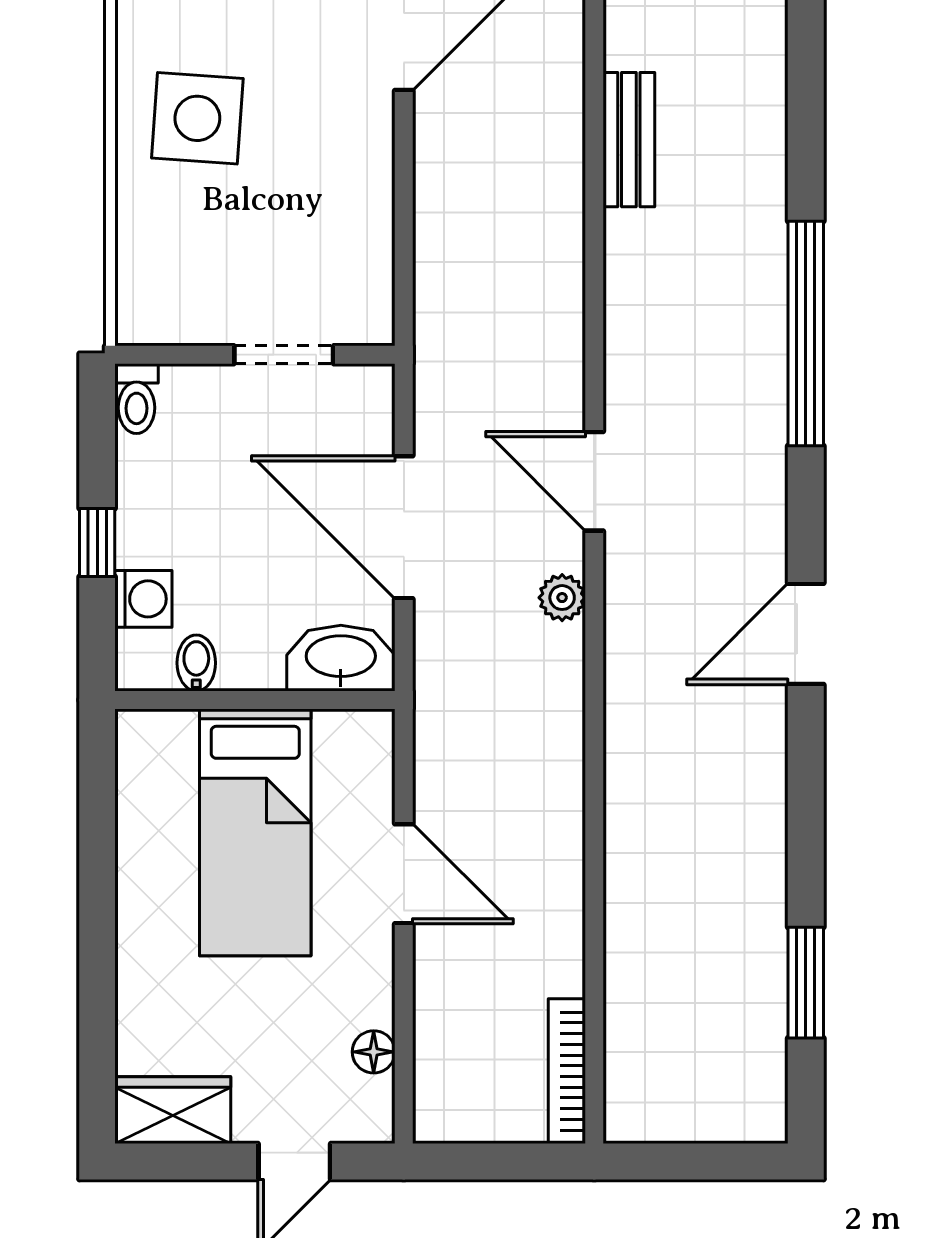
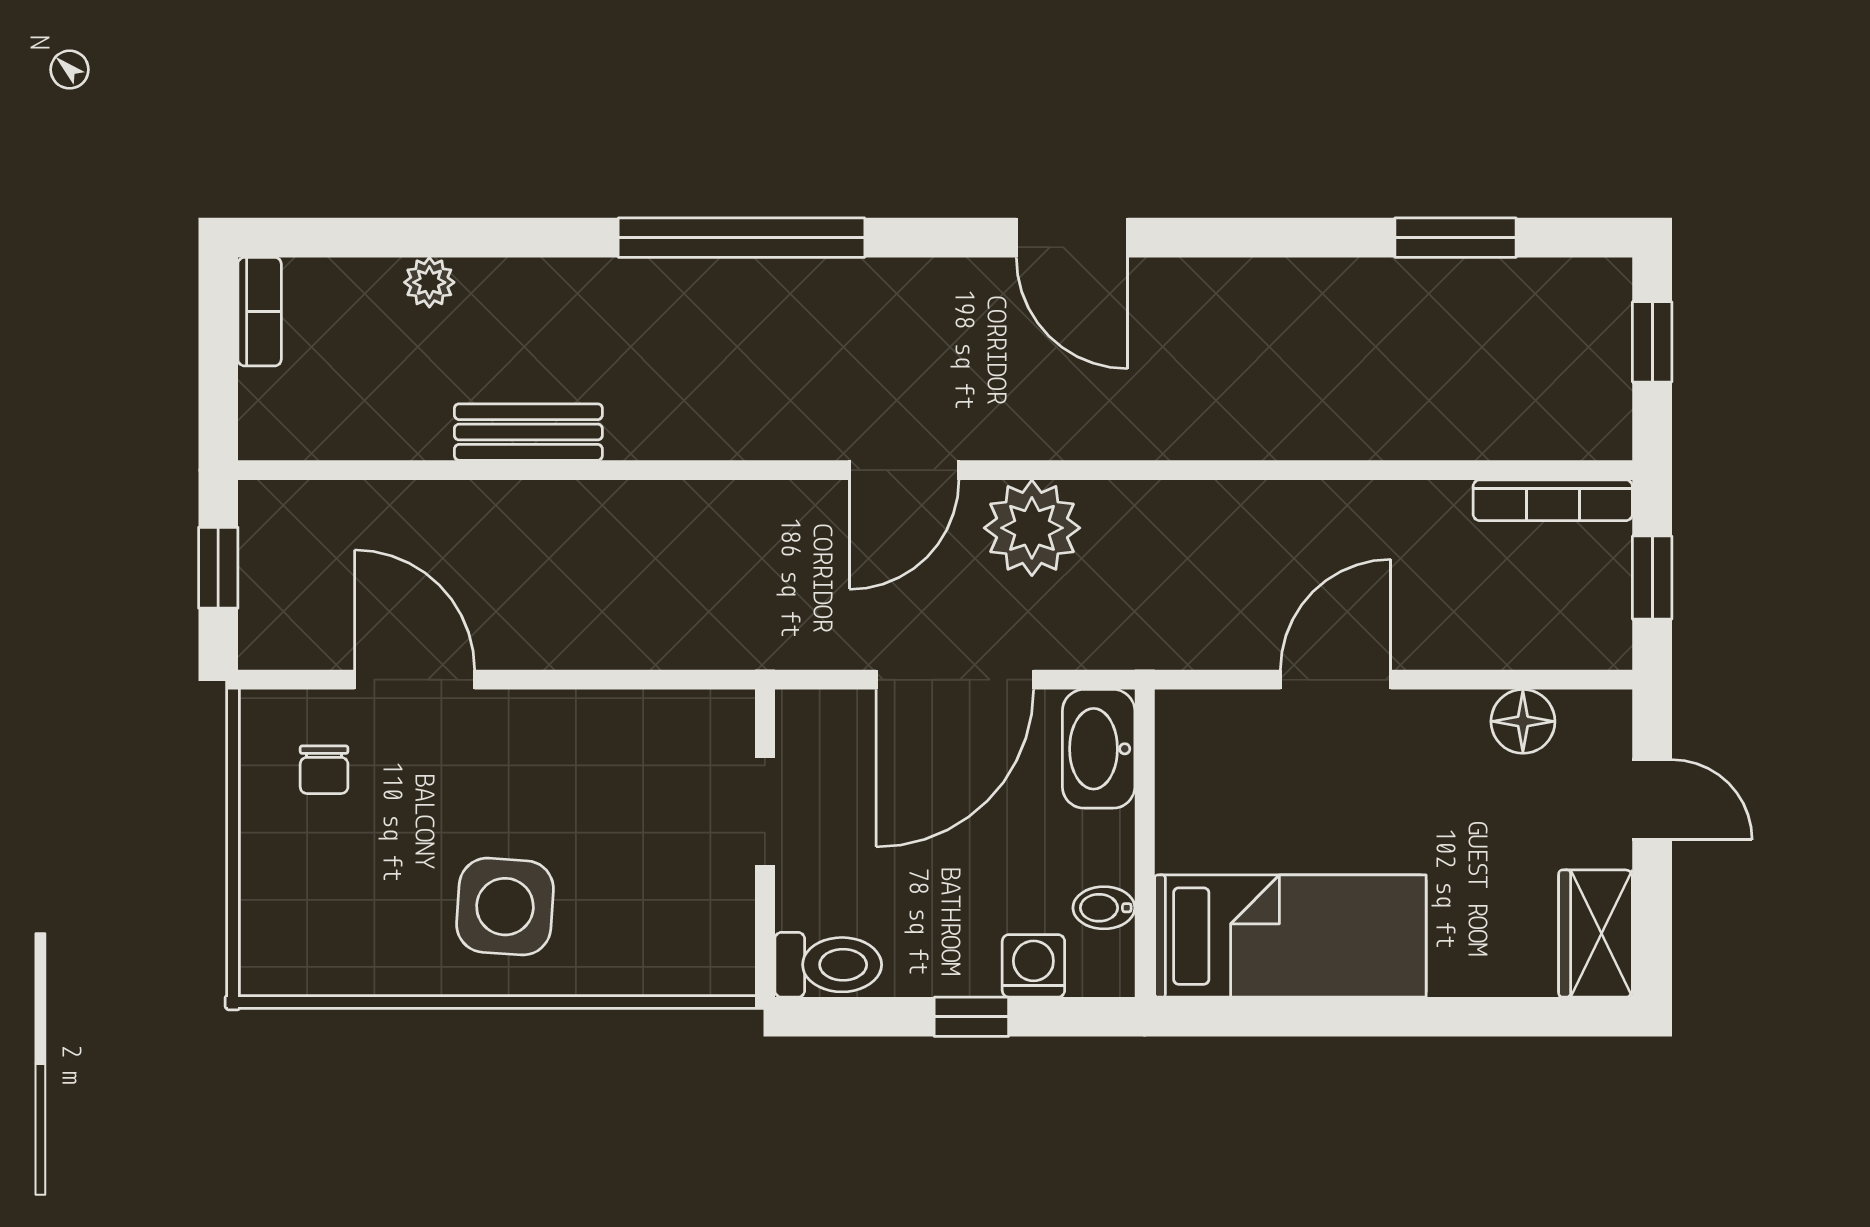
plant: (765, 49) -> (429, 282), added
toilet: (136, 399) -> (828, 965), width x1.37, depth x1.39
plant: (562, 598) -> (1032, 528), width x1.88, depth x1.88
bed: (255, 832) -> (1290, 936), moved
floor lamp: (374, 1052) -> (1523, 721), width x1.37, depth x1.37
window: (497, 1161) -> (1652, 578), added
window: (711, 1161) -> (1652, 342), added

